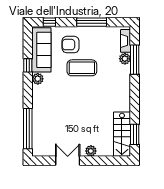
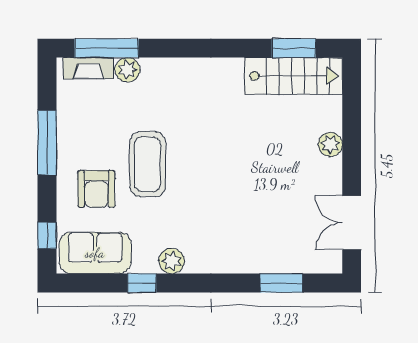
sofa: (41, 50) -> (95, 253), width x0.73
window: (135, 60) -> (107, 48), moved
window: (28, 129) -> (281, 283), width x0.47
double door: (68, 161) -> (352, 223), moved

